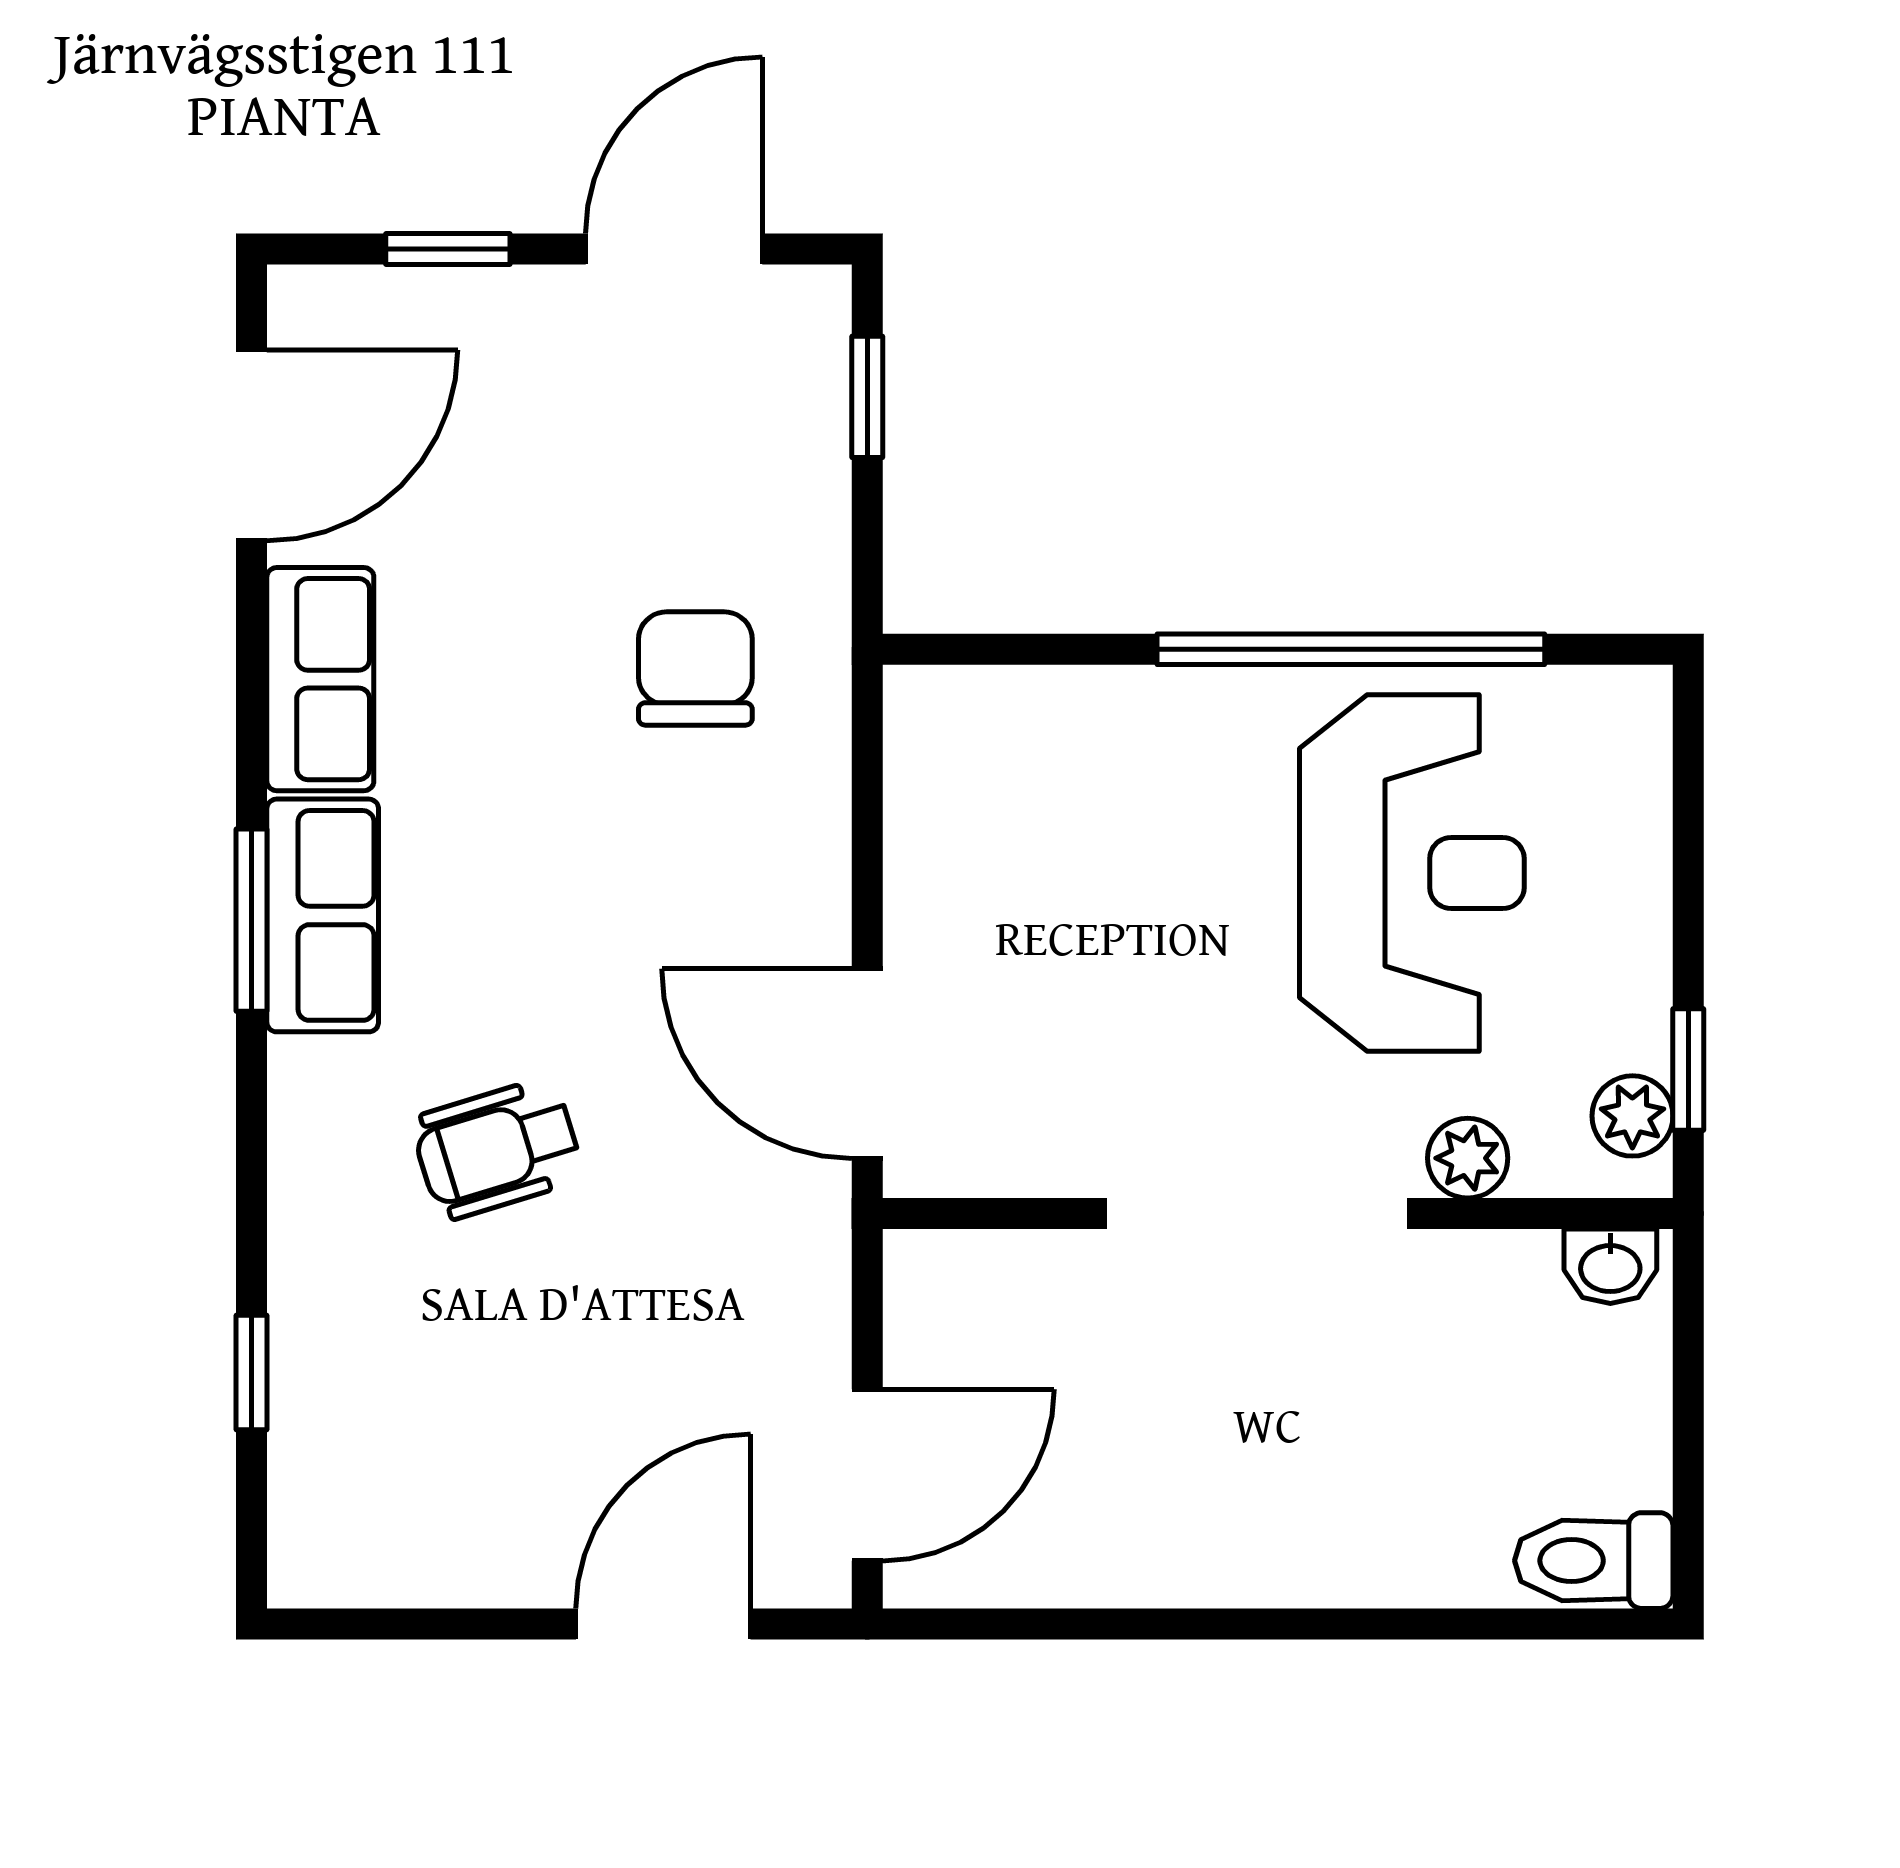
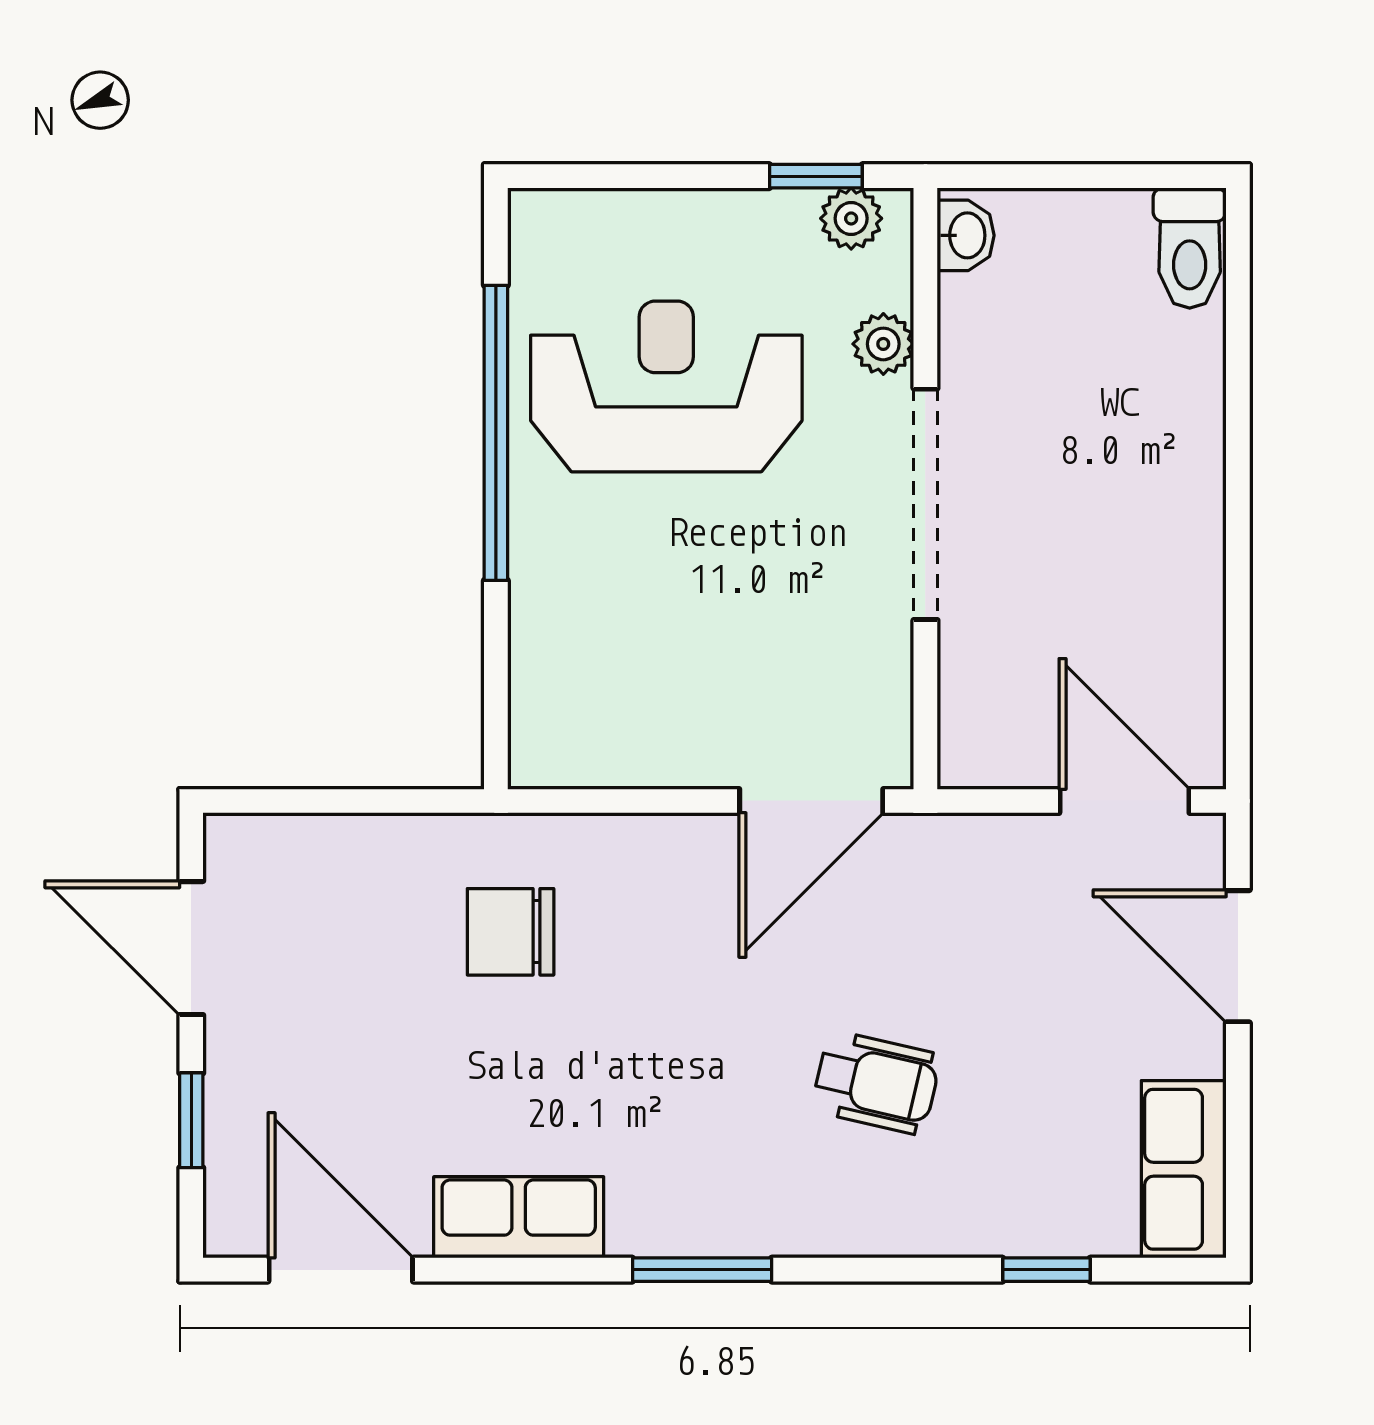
window: (867, 397) -> (304, 801), removed
row of seats: (323, 915) -> (1184, 1169), moved, turned -90
wheelchair: (497, 1149) -> (876, 1083), turned -60

